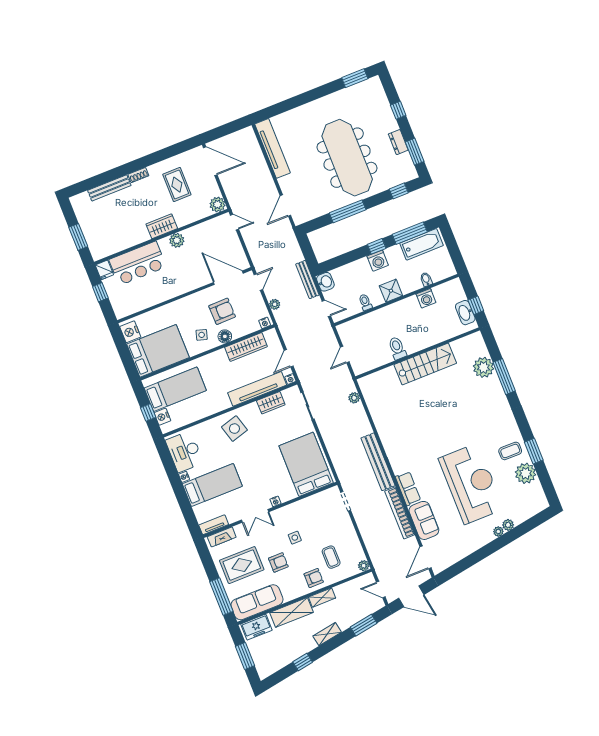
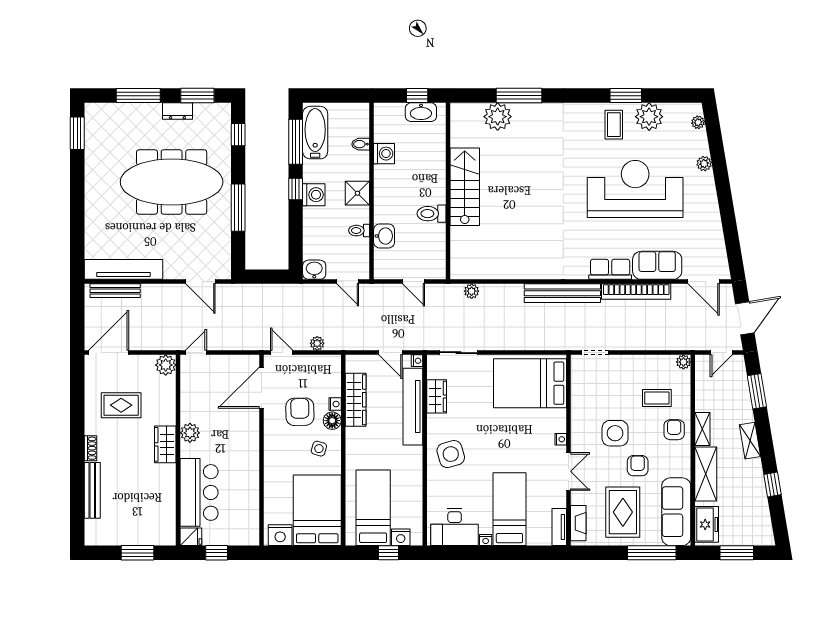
window: (398, 110) -> (138, 96), width x2.17
bench: (307, 280) -> (115, 291), moved
door: (326, 308) -> (348, 282), swing flipped
washbasin: (368, 321) -> (384, 236), added
nightstand: (265, 323) -> (335, 404), moved
plant: (498, 532) -> (698, 122), moved
side table: (295, 538) -> (615, 433), width x1.87, depth x1.87

